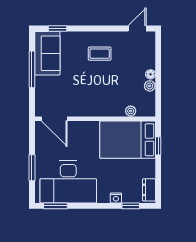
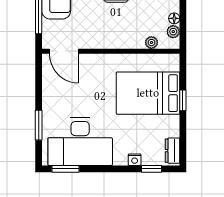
plant: (131, 111) -> (151, 43), moved
door: (54, 119) -> (64, 51), moved
wall: (95, 119) -> (111, 51), moved

